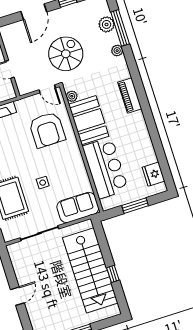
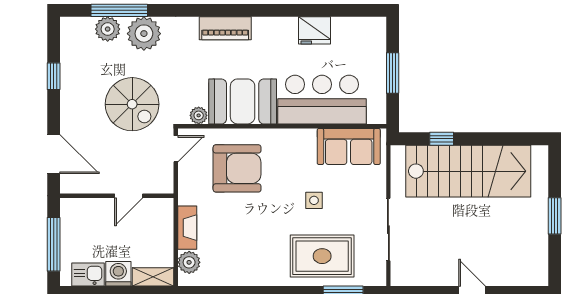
door: (34, 12) -> (54, 154), moved
plant: (117, 51) -> (144, 34), width x1.88, depth x1.88
spiral stairs: (66, 54) -> (132, 104), turned 180
fridge: (153, 174) -> (315, 30), moved
sofa: (78, 208) -> (349, 146), moved, turned -90
window: (113, 274) -> (442, 139), moved

